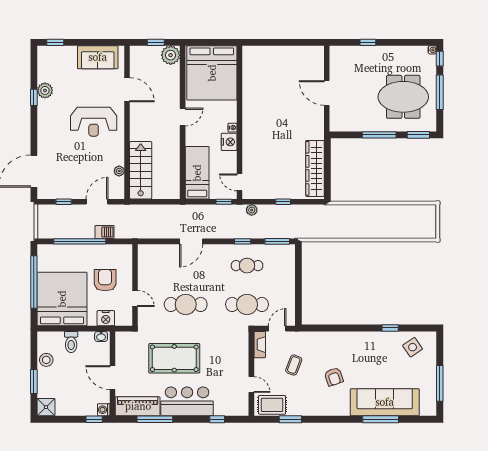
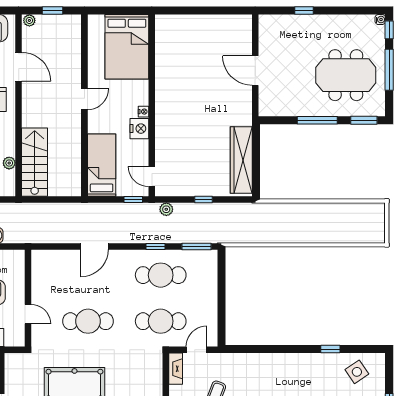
plant: (171, 55) -> (29, 20), moved, width x0.53, depth x0.53
bed: (212, 73) -> (127, 47), width x0.73
cafe table: (247, 266) -> (161, 275), width x1.37, depth x1.35

